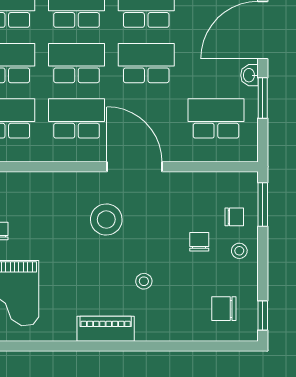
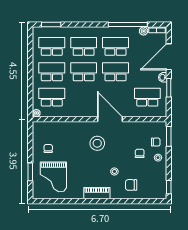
school desk: (77, 118) -> (84, 97), removed
chair: (224, 309) -> (131, 185), moved

